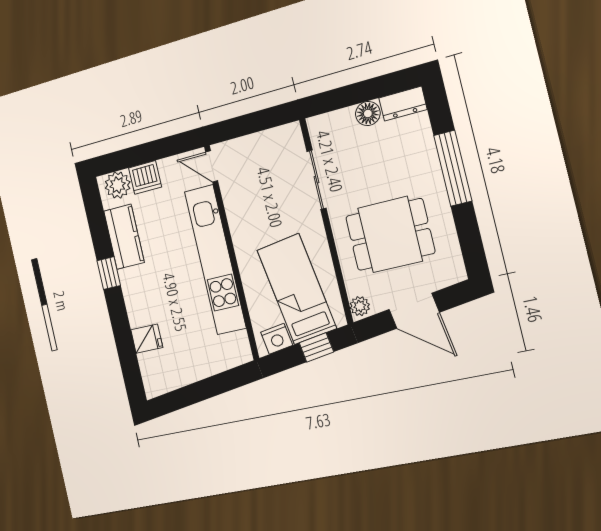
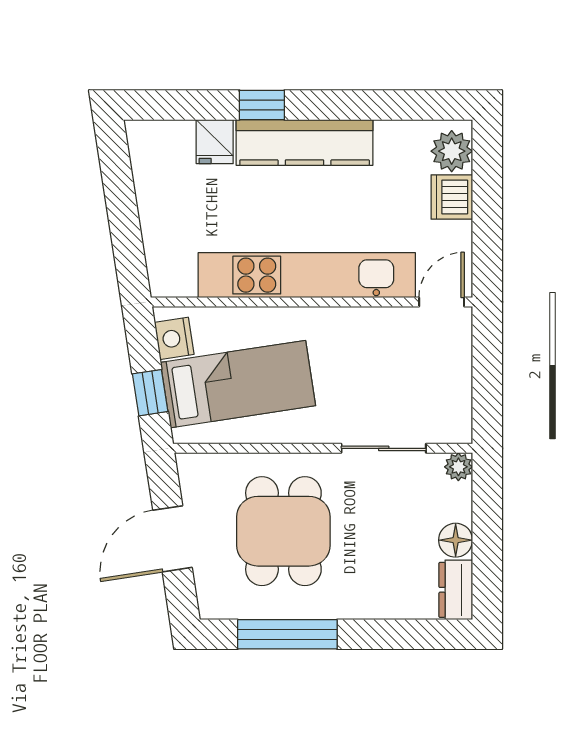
window: (453, 168) -> (287, 634), moved
kitchen counter: (124, 237) -> (305, 142), moved, width x1.50
window: (109, 273) -> (262, 105), moved
plant: (360, 306) -> (458, 467), moved

